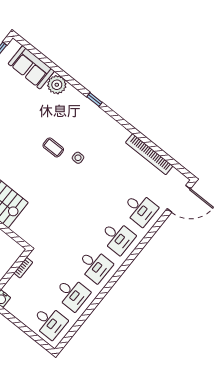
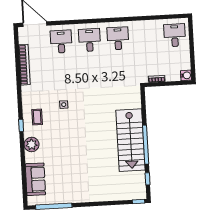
plant: (57, 85) -> (32, 144), moved
coffee table: (53, 147) -> (37, 117), moved
desk: (72, 294) -> (146, 37), removed

